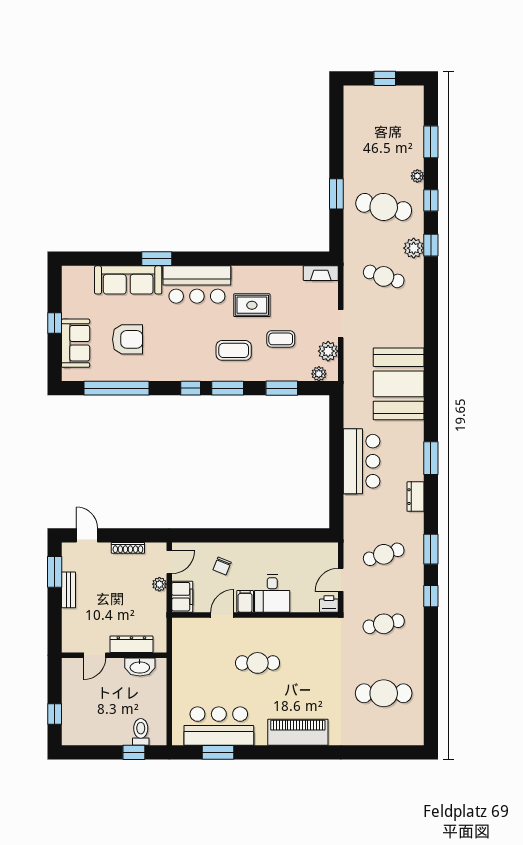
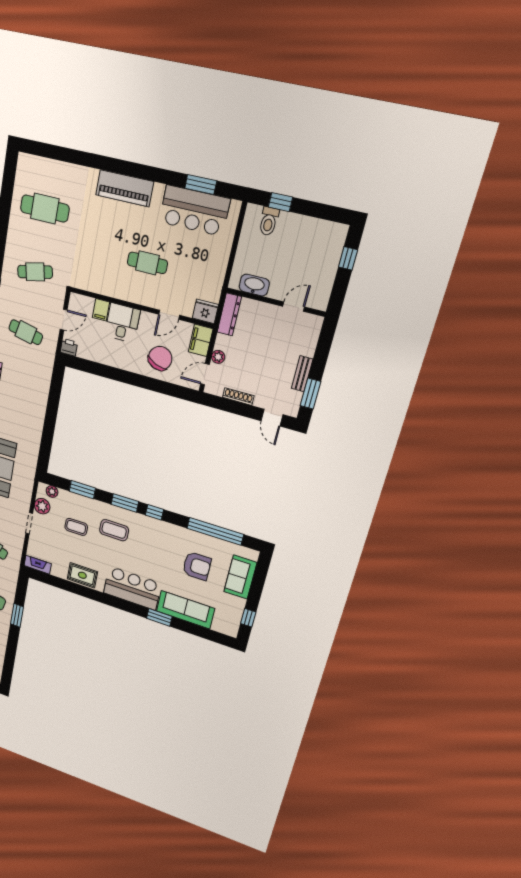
rug: (252, 305) -> (82, 575), moved
window: (55, 323) -> (248, 618), moved
armchair: (128, 339) -> (197, 566), turned 180
bar counter: (362, 461) -> (31, 414), removed
cafe table: (384, 554) -> (26, 332), turned 30
chair: (222, 566) -> (160, 358), width x1.87, depth x1.87
filing cabinet: (245, 601) -> (101, 310), moved
printer: (329, 604) -> (69, 347), moved, turned 180
fridge: (184, 628) -> (205, 311), added
dresser: (131, 644) -> (229, 314), moved, turned -90

